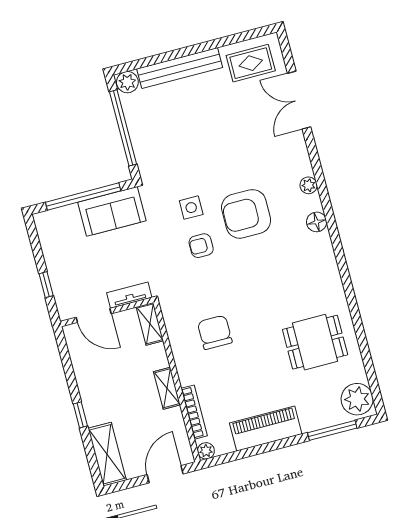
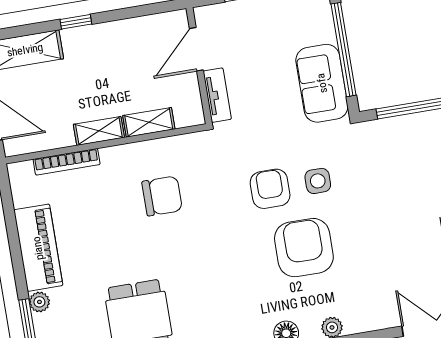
armchair: (201, 246) -> (270, 189), width x1.38, depth x1.38
shelving: (150, 324) -> (149, 122), moved
plant: (206, 451) -> (39, 302), moved

